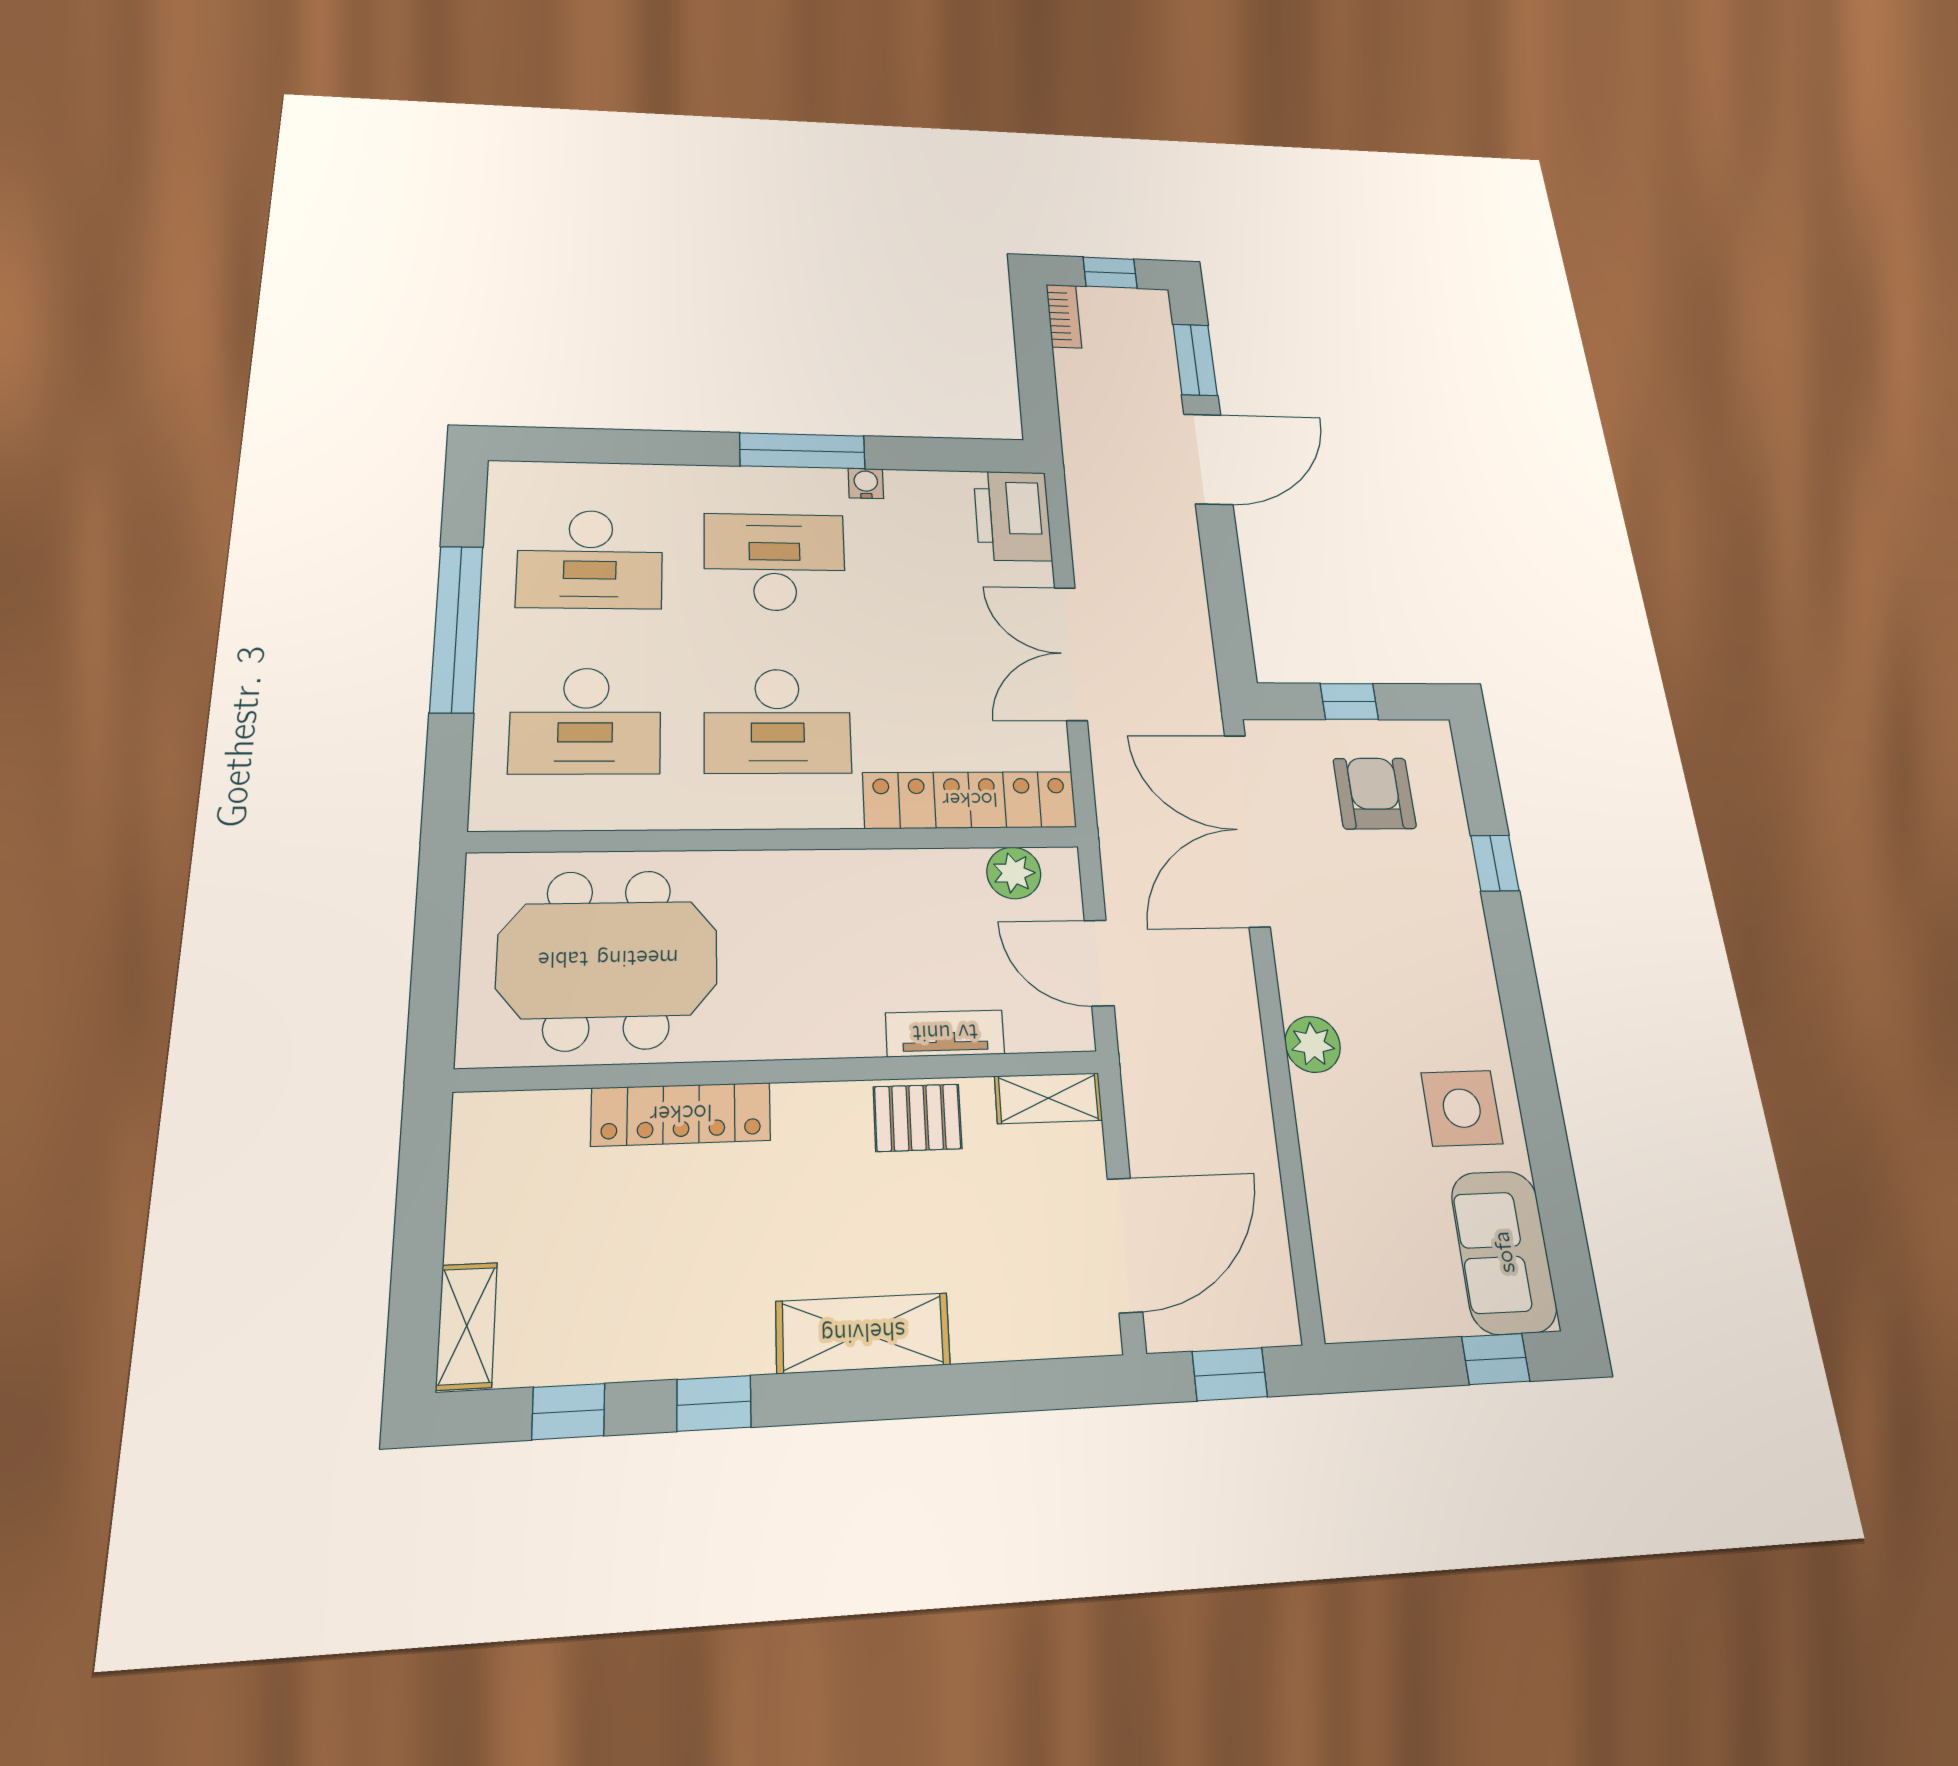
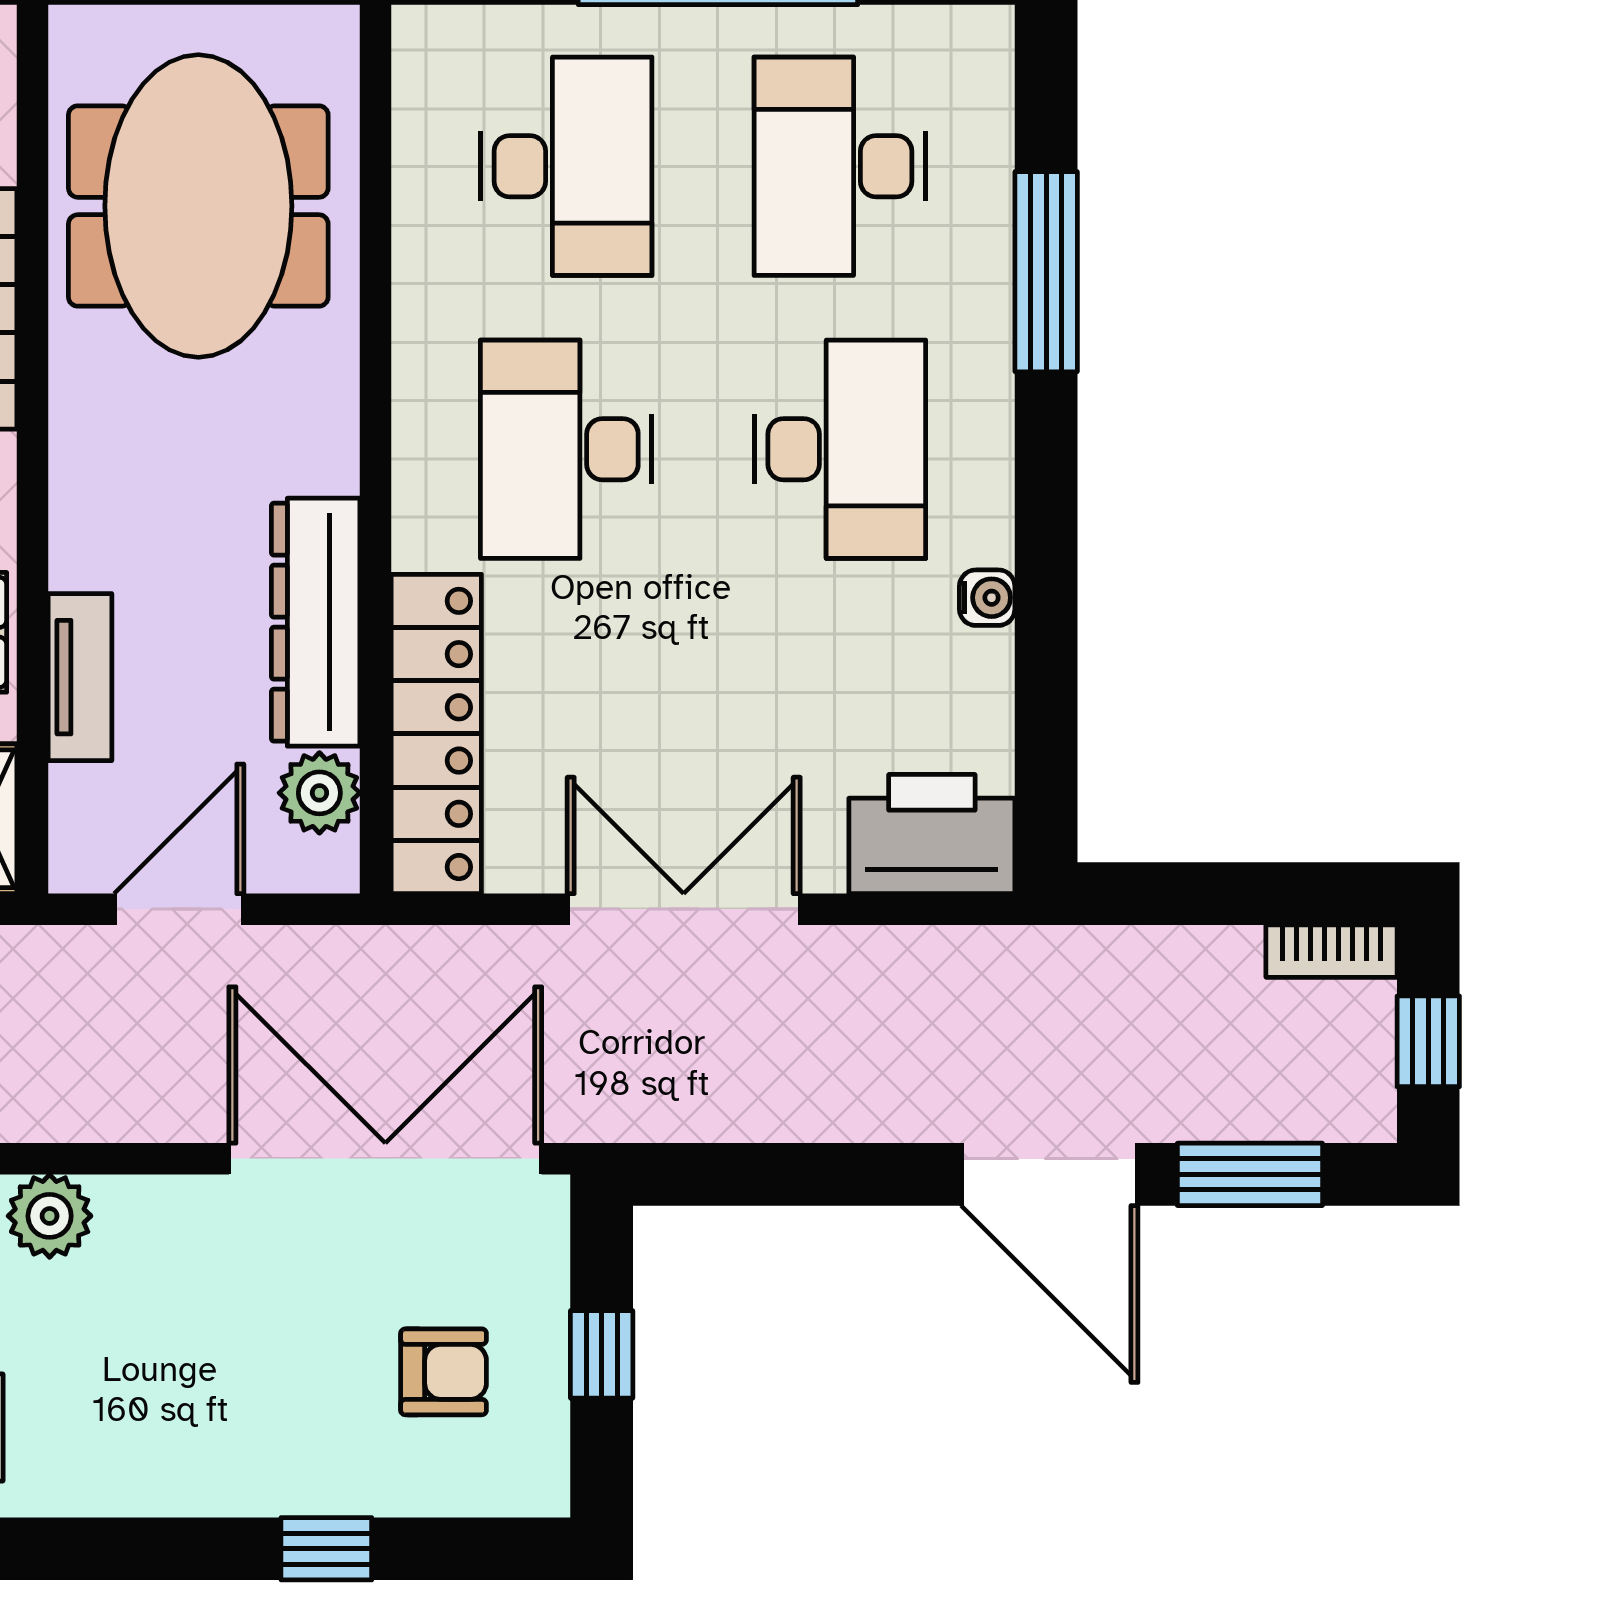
window: (802, 451) -> (1046, 272), moved
desk: (585, 721) -> (566, 166), turned 180
armchair: (1375, 793) -> (444, 1372), width x0.72, depth x0.72
dresser: (899, 877) -> (316, 622), added

